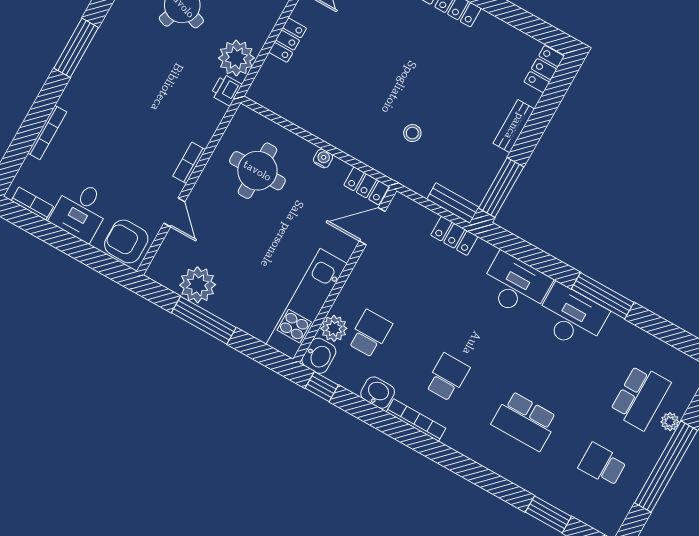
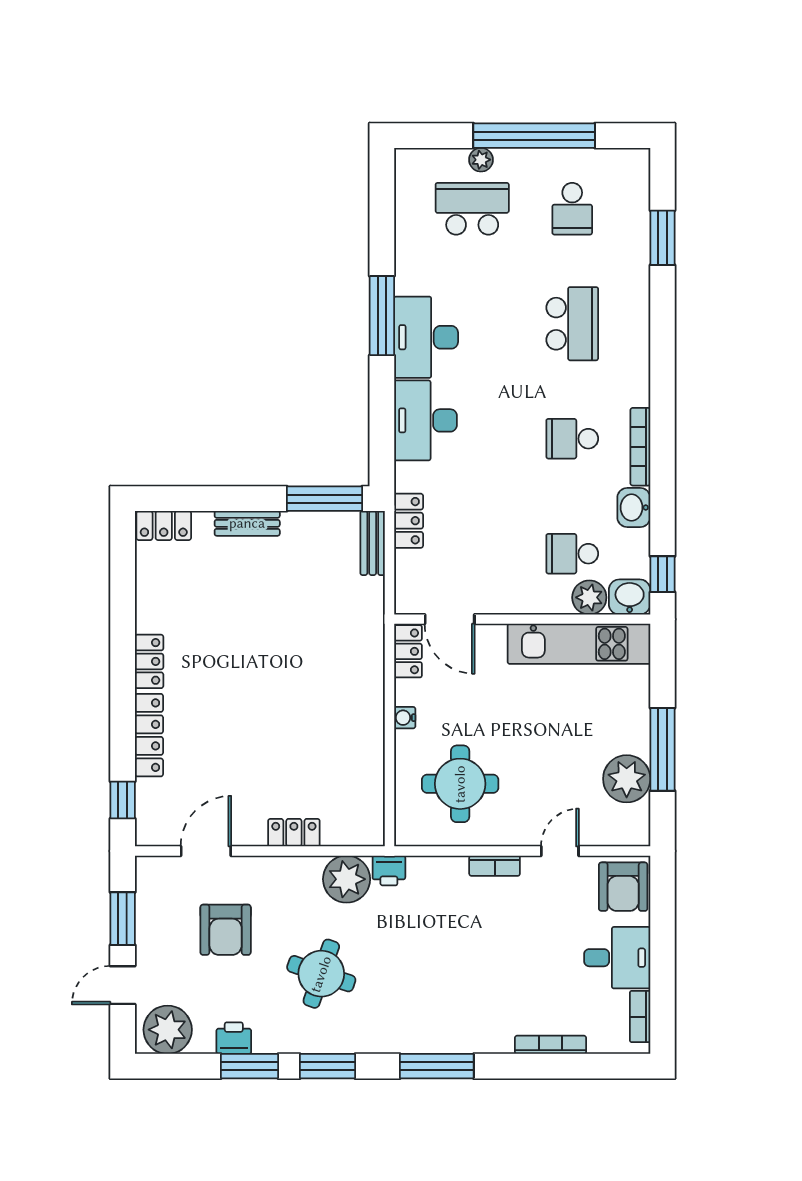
stool: (412, 133) -> (319, 633), removed

